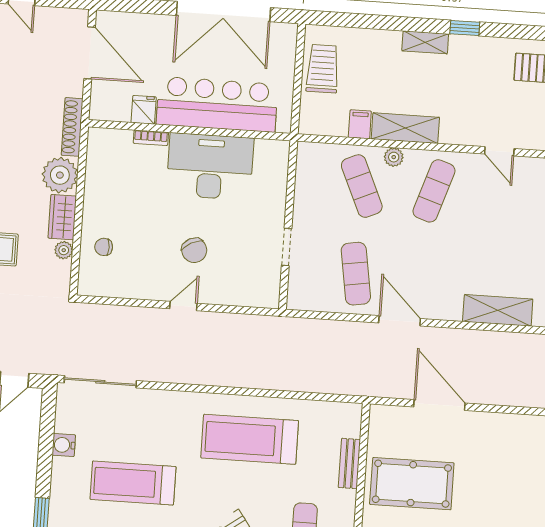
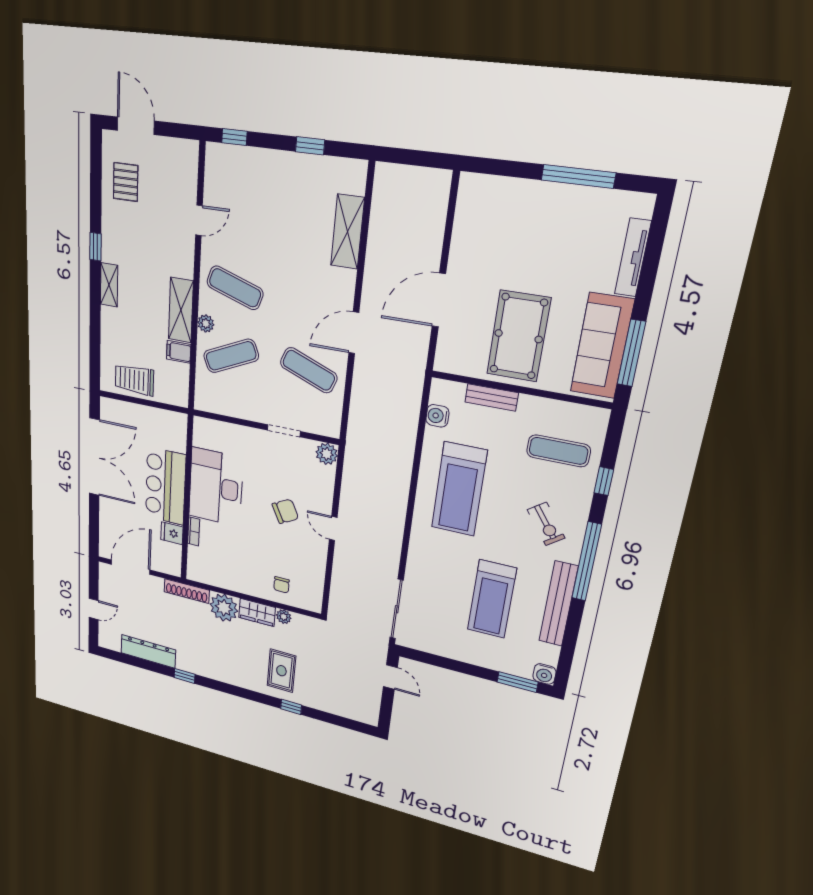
bar counter: (217, 104) -> (165, 486), width x0.73
exercise mat: (356, 274) -> (309, 370), turned 30
plant: (268, 296) -> (327, 454), added
water cooler: (64, 445) -> (437, 416), moved, turned 90

